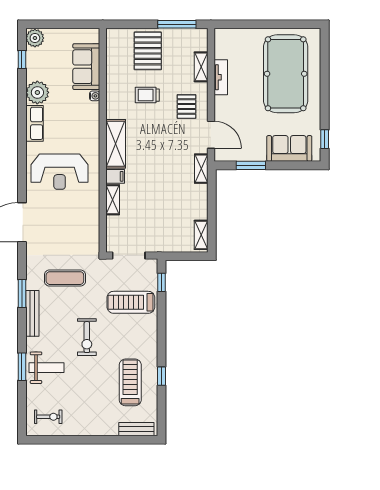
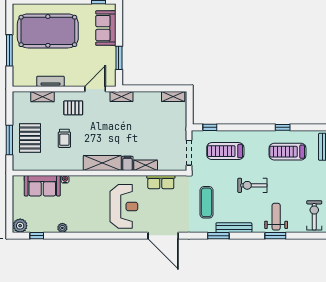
window: (177, 24) -> (9, 140), moved
window: (260, 24) -> (9, 50), added
pallet: (148, 51) -> (30, 138), turned 90
plant: (37, 92) -> (62, 228), width x0.53, depth x0.53
row of seats: (35, 123) -> (161, 182), moved, turned 180
treadmill: (131, 302) -> (225, 151), turned 90
exercise bike: (87, 337) -> (252, 185), turned 180
exercise bike: (48, 417) -> (314, 215), width x1.38, depth x1.39

